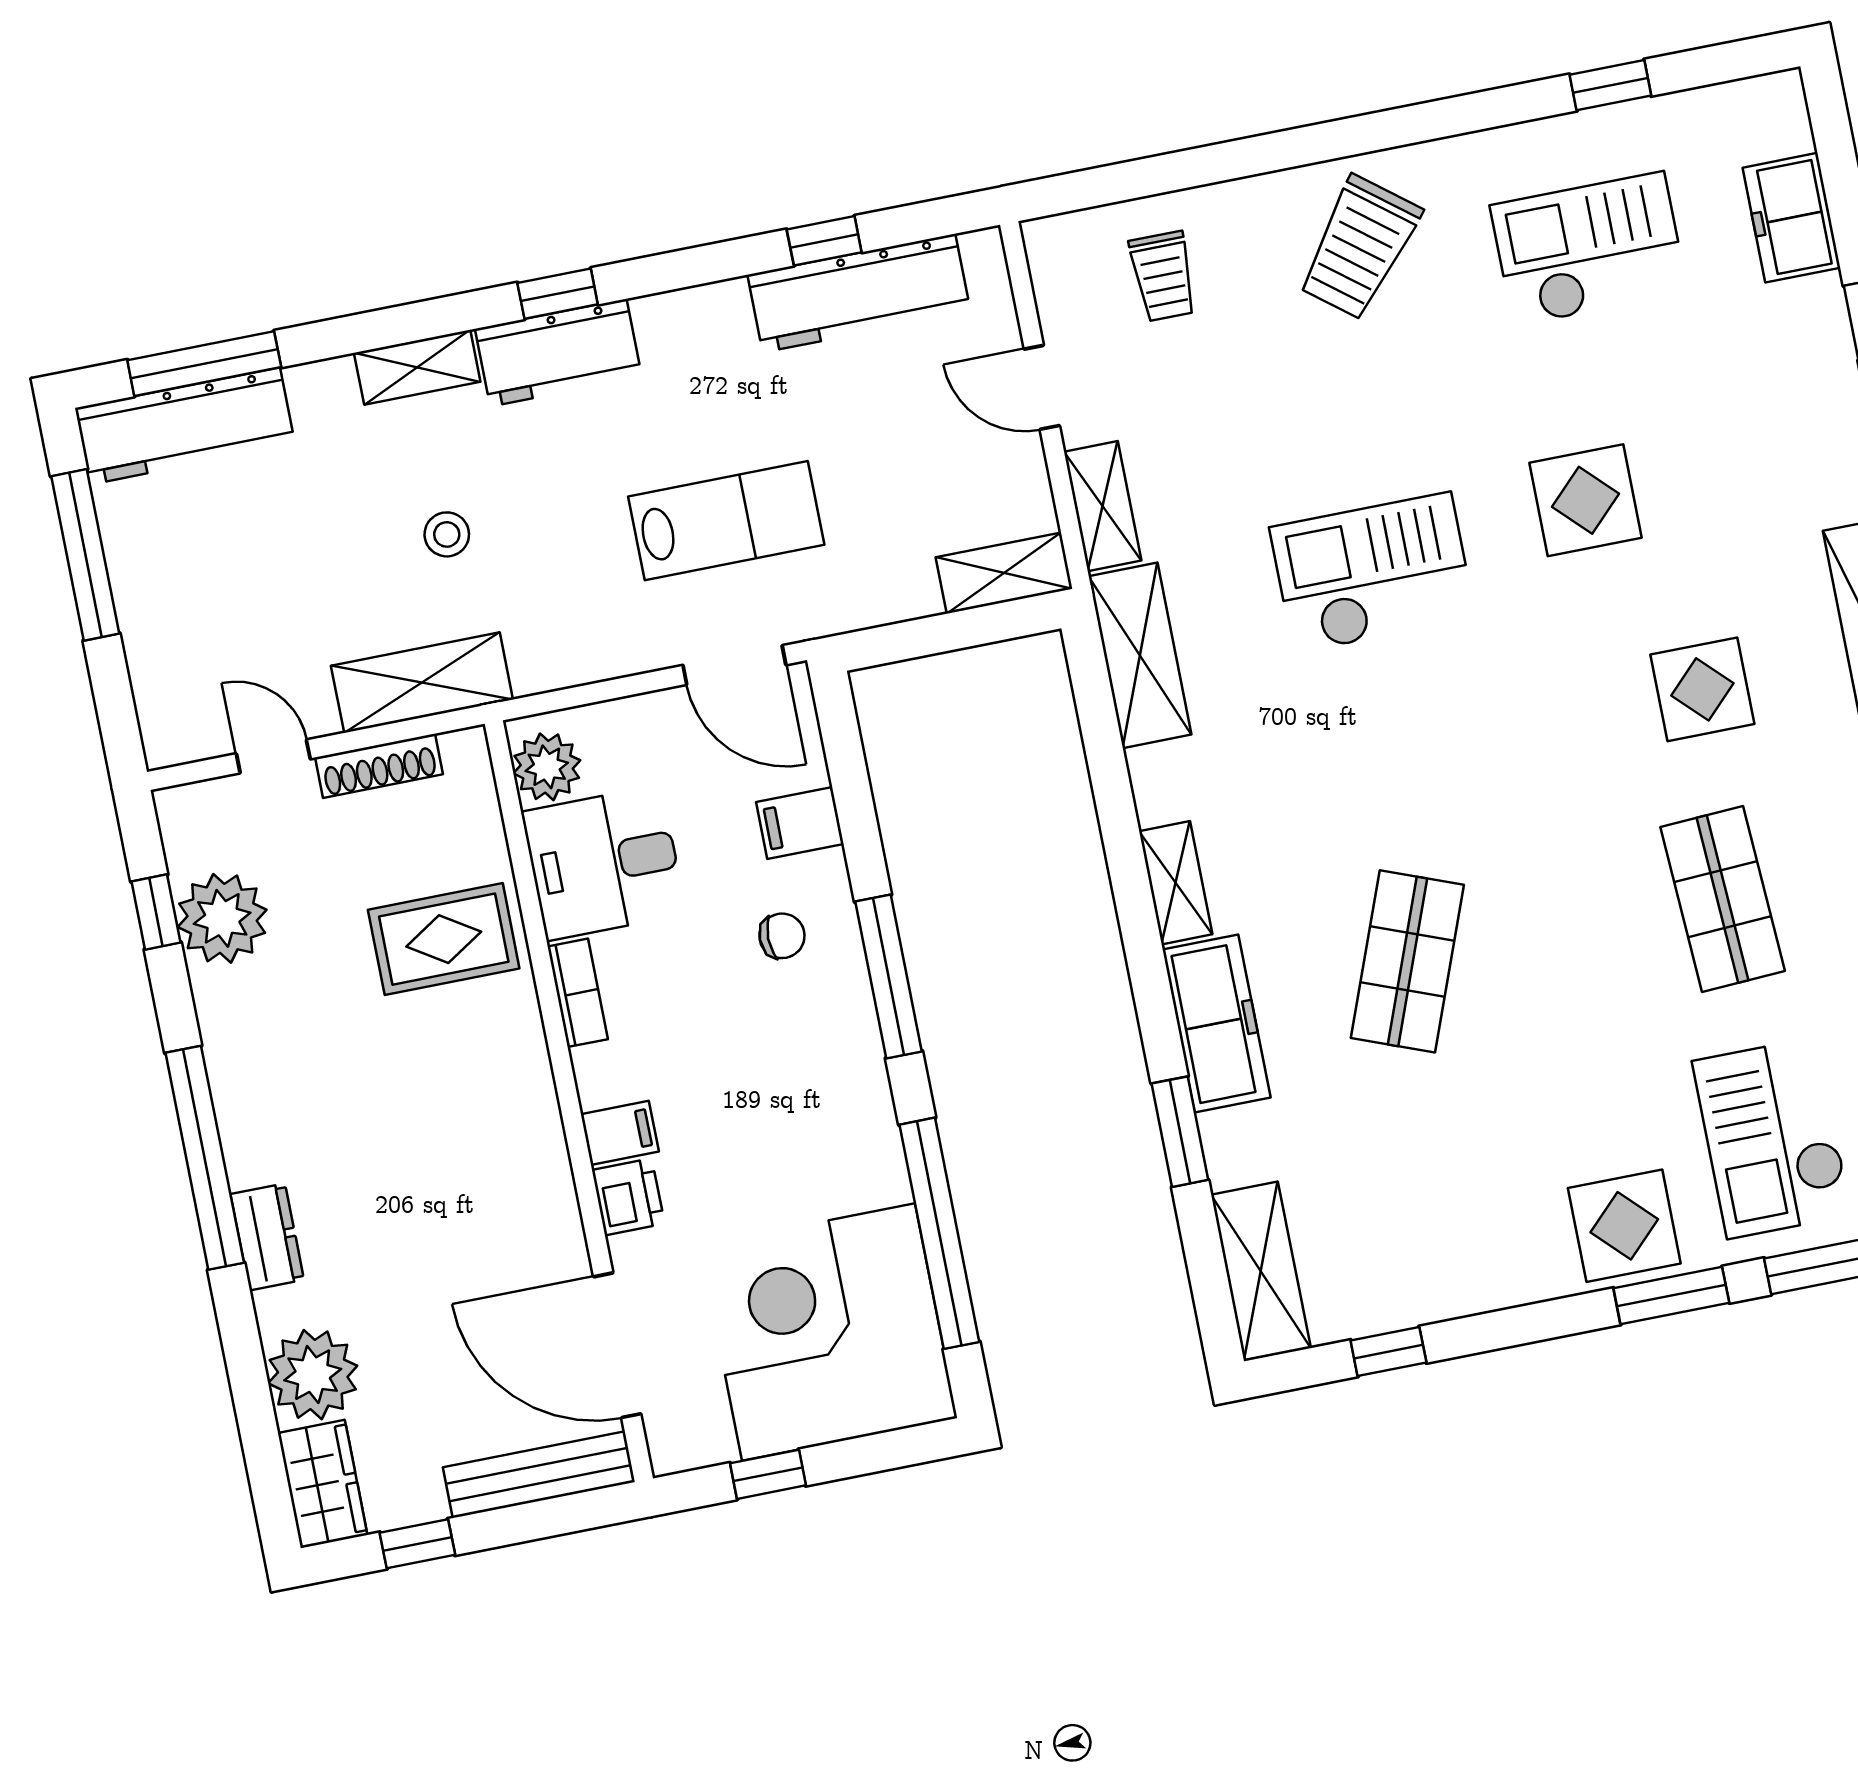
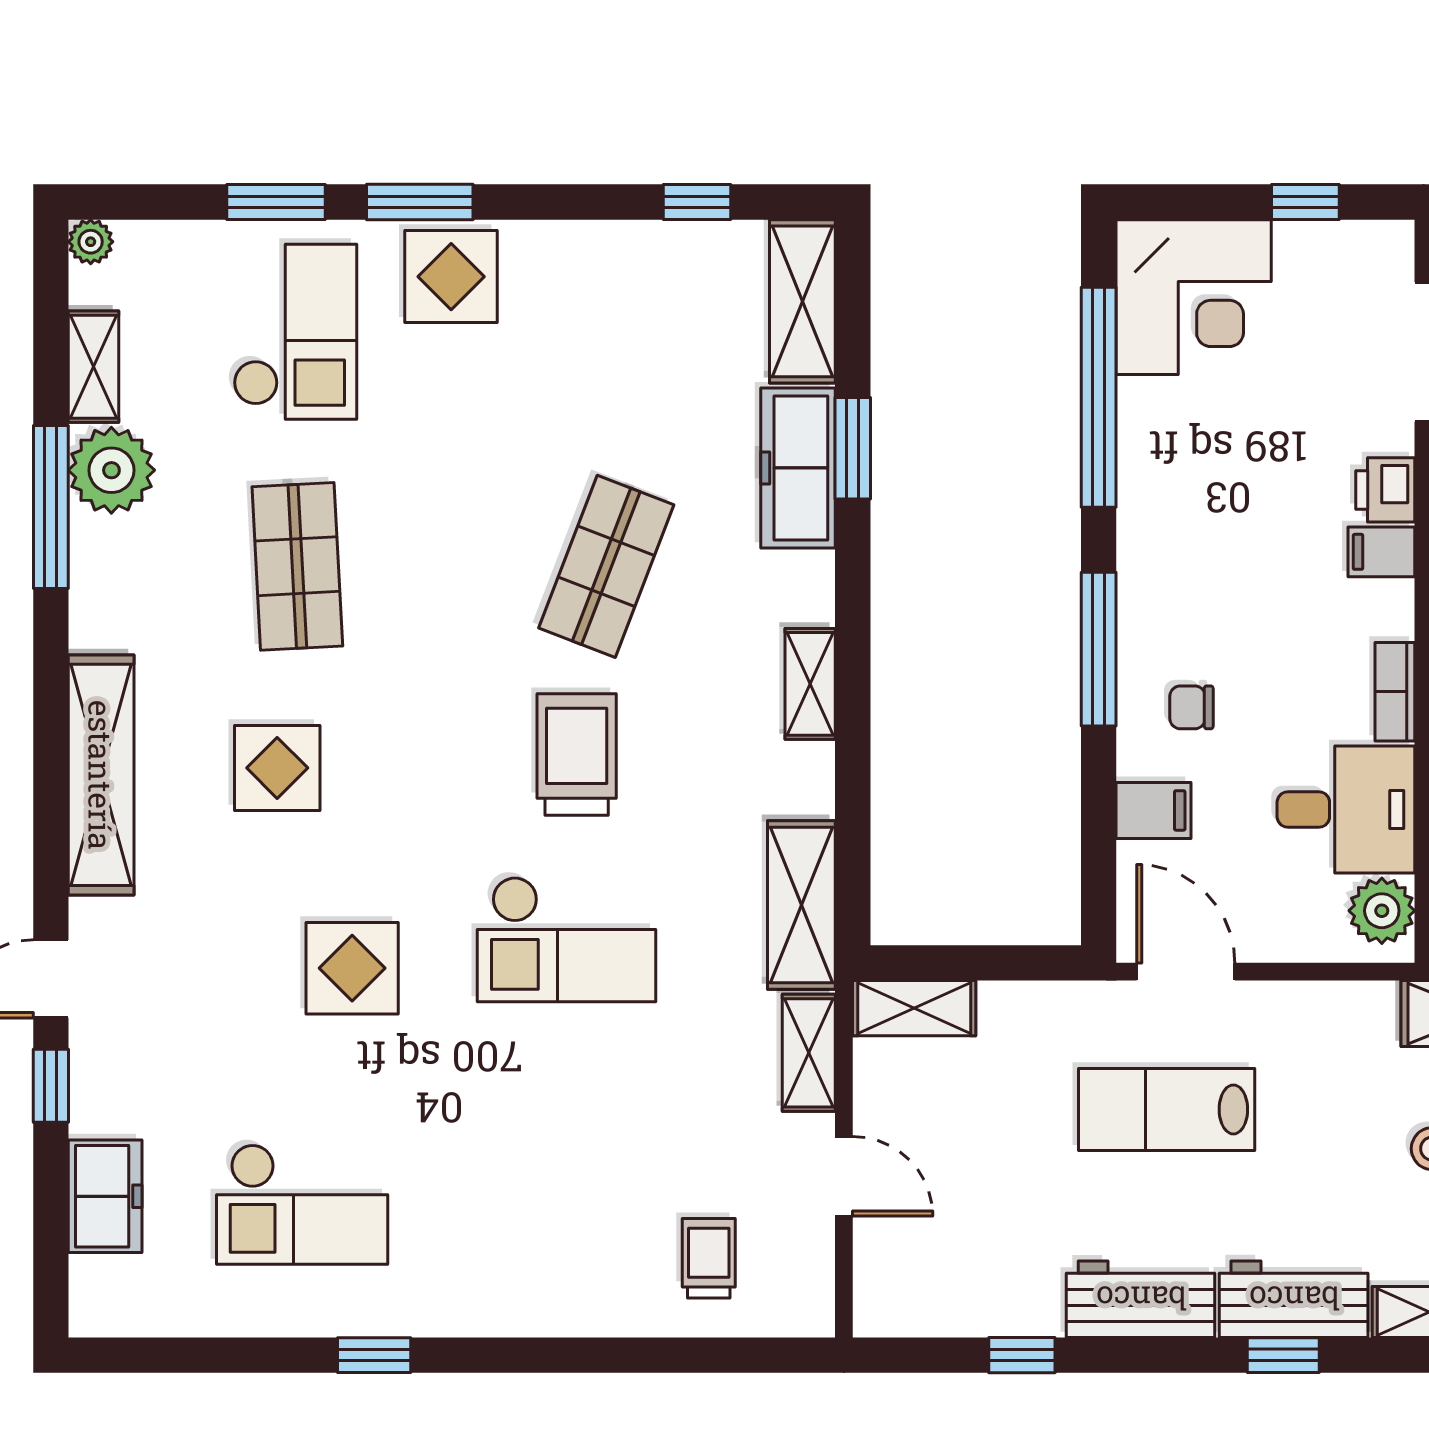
window: (1610, 85) -> (374, 1355), moved
trolley: (1359, 248) -> (577, 754), moved, turned -38
workbench: (859, 293) -> (1141, 1299), moved, width x0.73
freezer: (1216, 1023) -> (798, 468), moved
corner desk: (829, 1332) -> (1194, 297), width x0.74, depth x0.74

